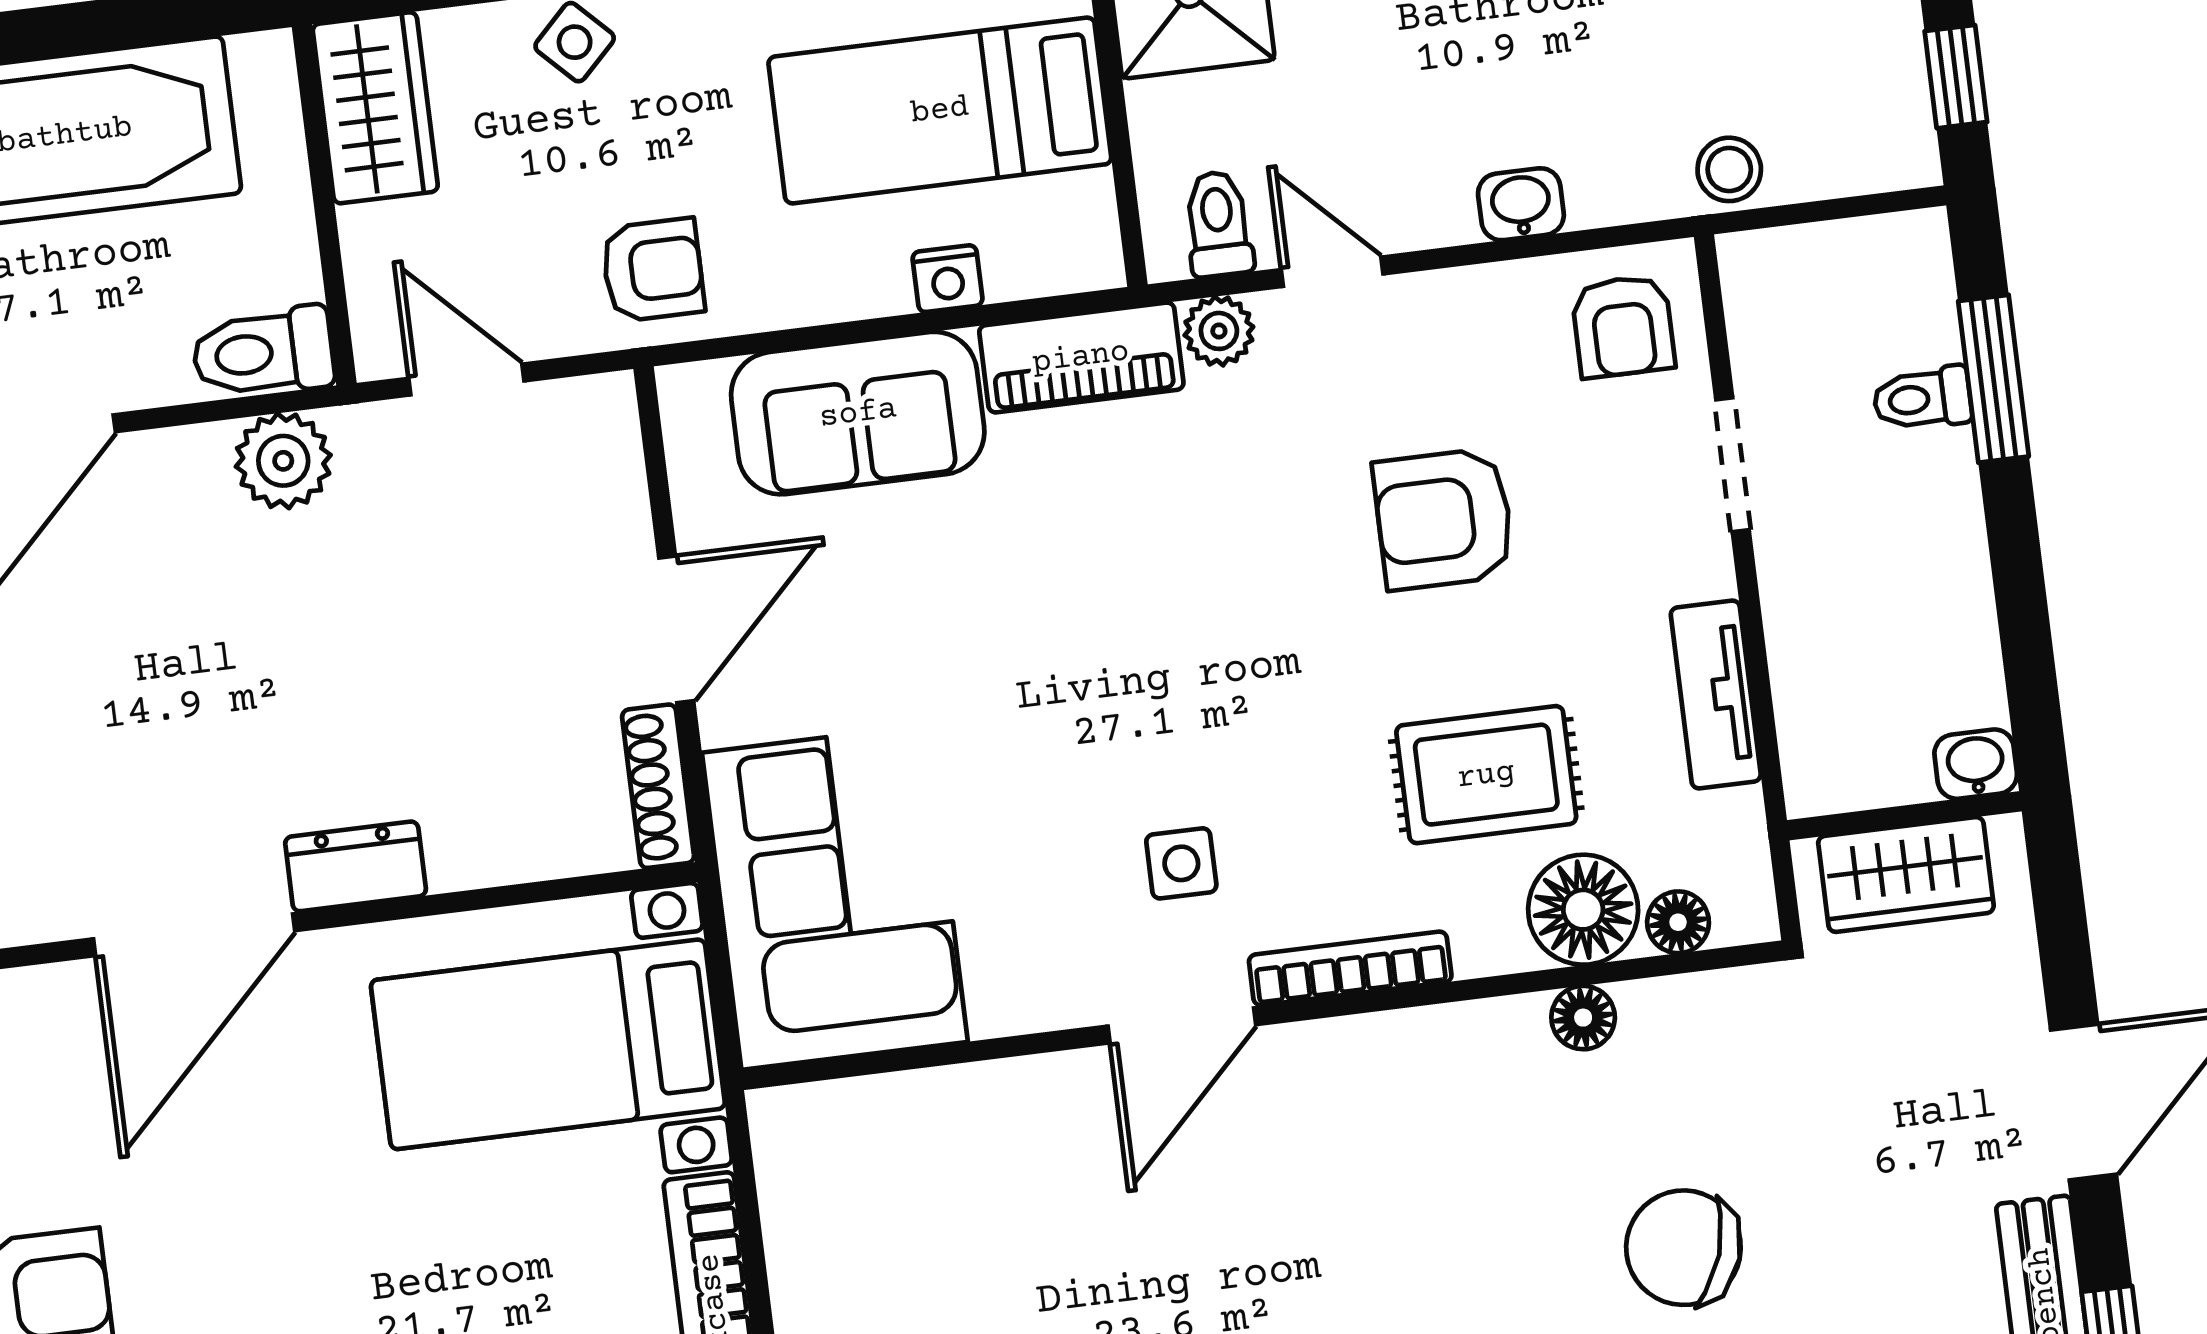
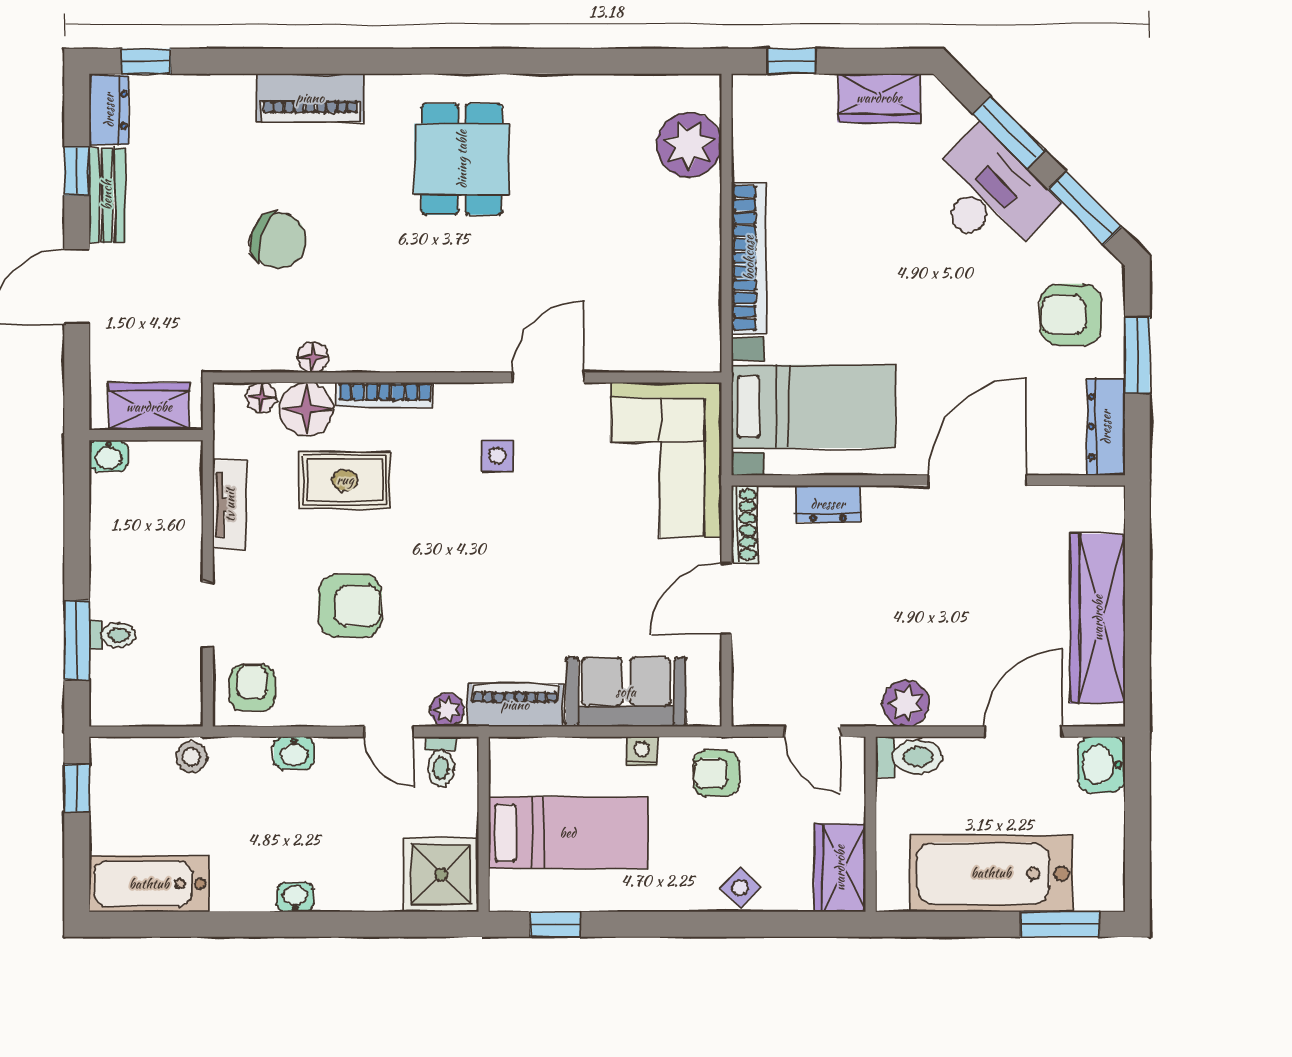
nightstand: (948, 279) -> (642, 751), moved
dresser: (356, 866) -> (828, 504), moved
bookcase: (1350, 968) -> (385, 395), moved
door: (1182, 1025) -> (548, 378), moved

